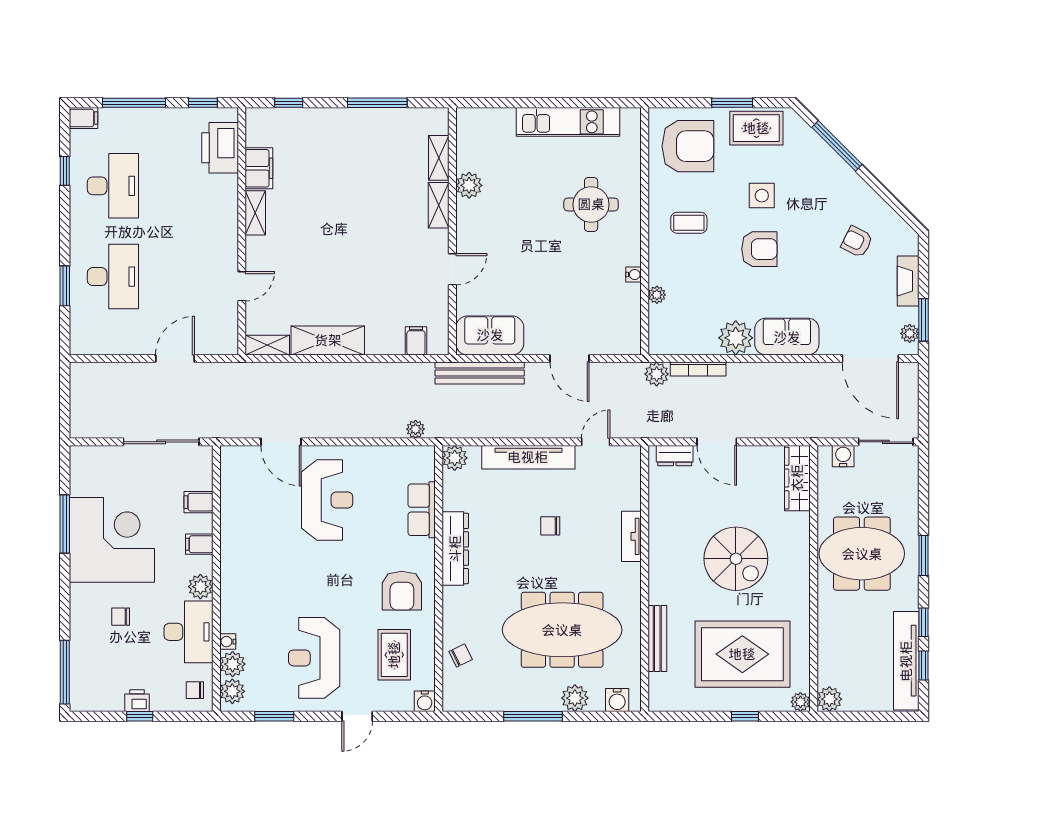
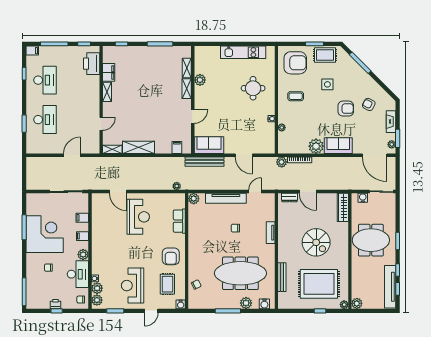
armchair: (759, 249) -> (346, 109), moved
dresser: (455, 549) -> (194, 238), removed

